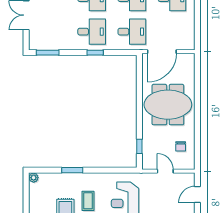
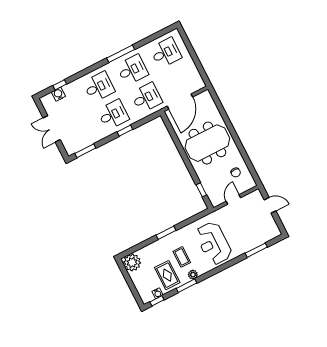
window: (72, 170) -> (166, 233), moved
door: (165, 171) -> (233, 200), hinge flipped
plant: (34, 178) -> (132, 262), width x1.88, depth x1.88
door: (197, 194) -> (270, 205), swing flipped

